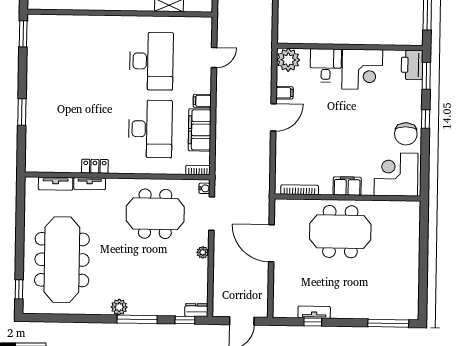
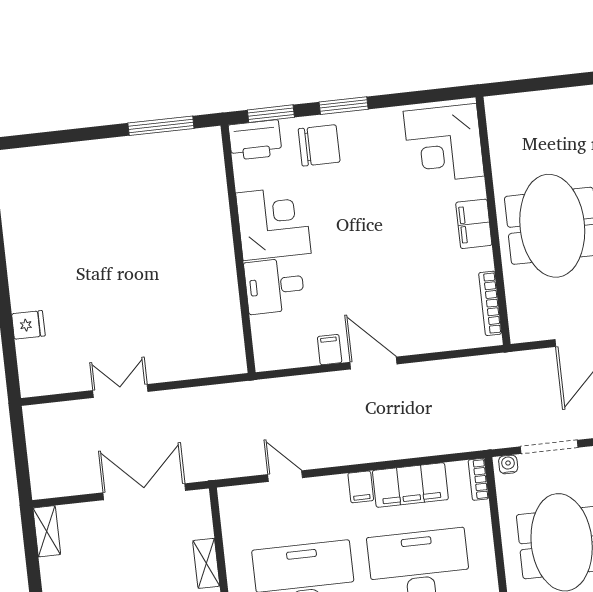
plant: (288, 60) -> (273, 350), removed
window: (426, 119) -> (344, 106), width x1.50
chair: (406, 134) -> (319, 145), moved

